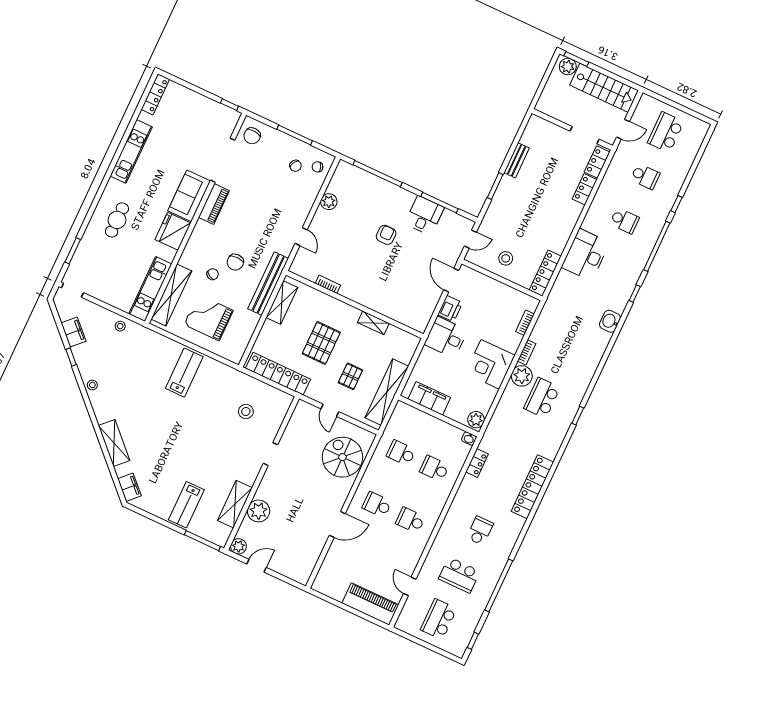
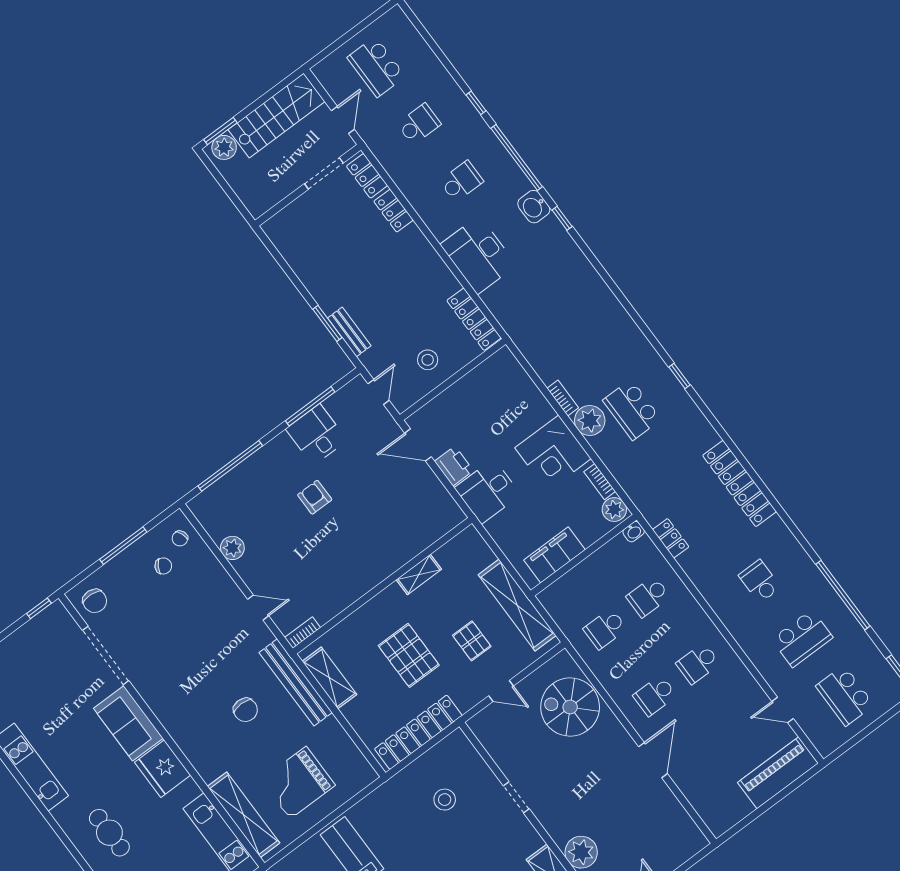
bench: (517, 160) -> (349, 332), moved
piano: (214, 204) -> (156, 697), removed
chair: (213, 274) -> (245, 747), removed
bookcase: (328, 284) -> (303, 633), moved
washbasin: (610, 321) -> (534, 207), moved
bookcase: (525, 323) -> (600, 482), moved

